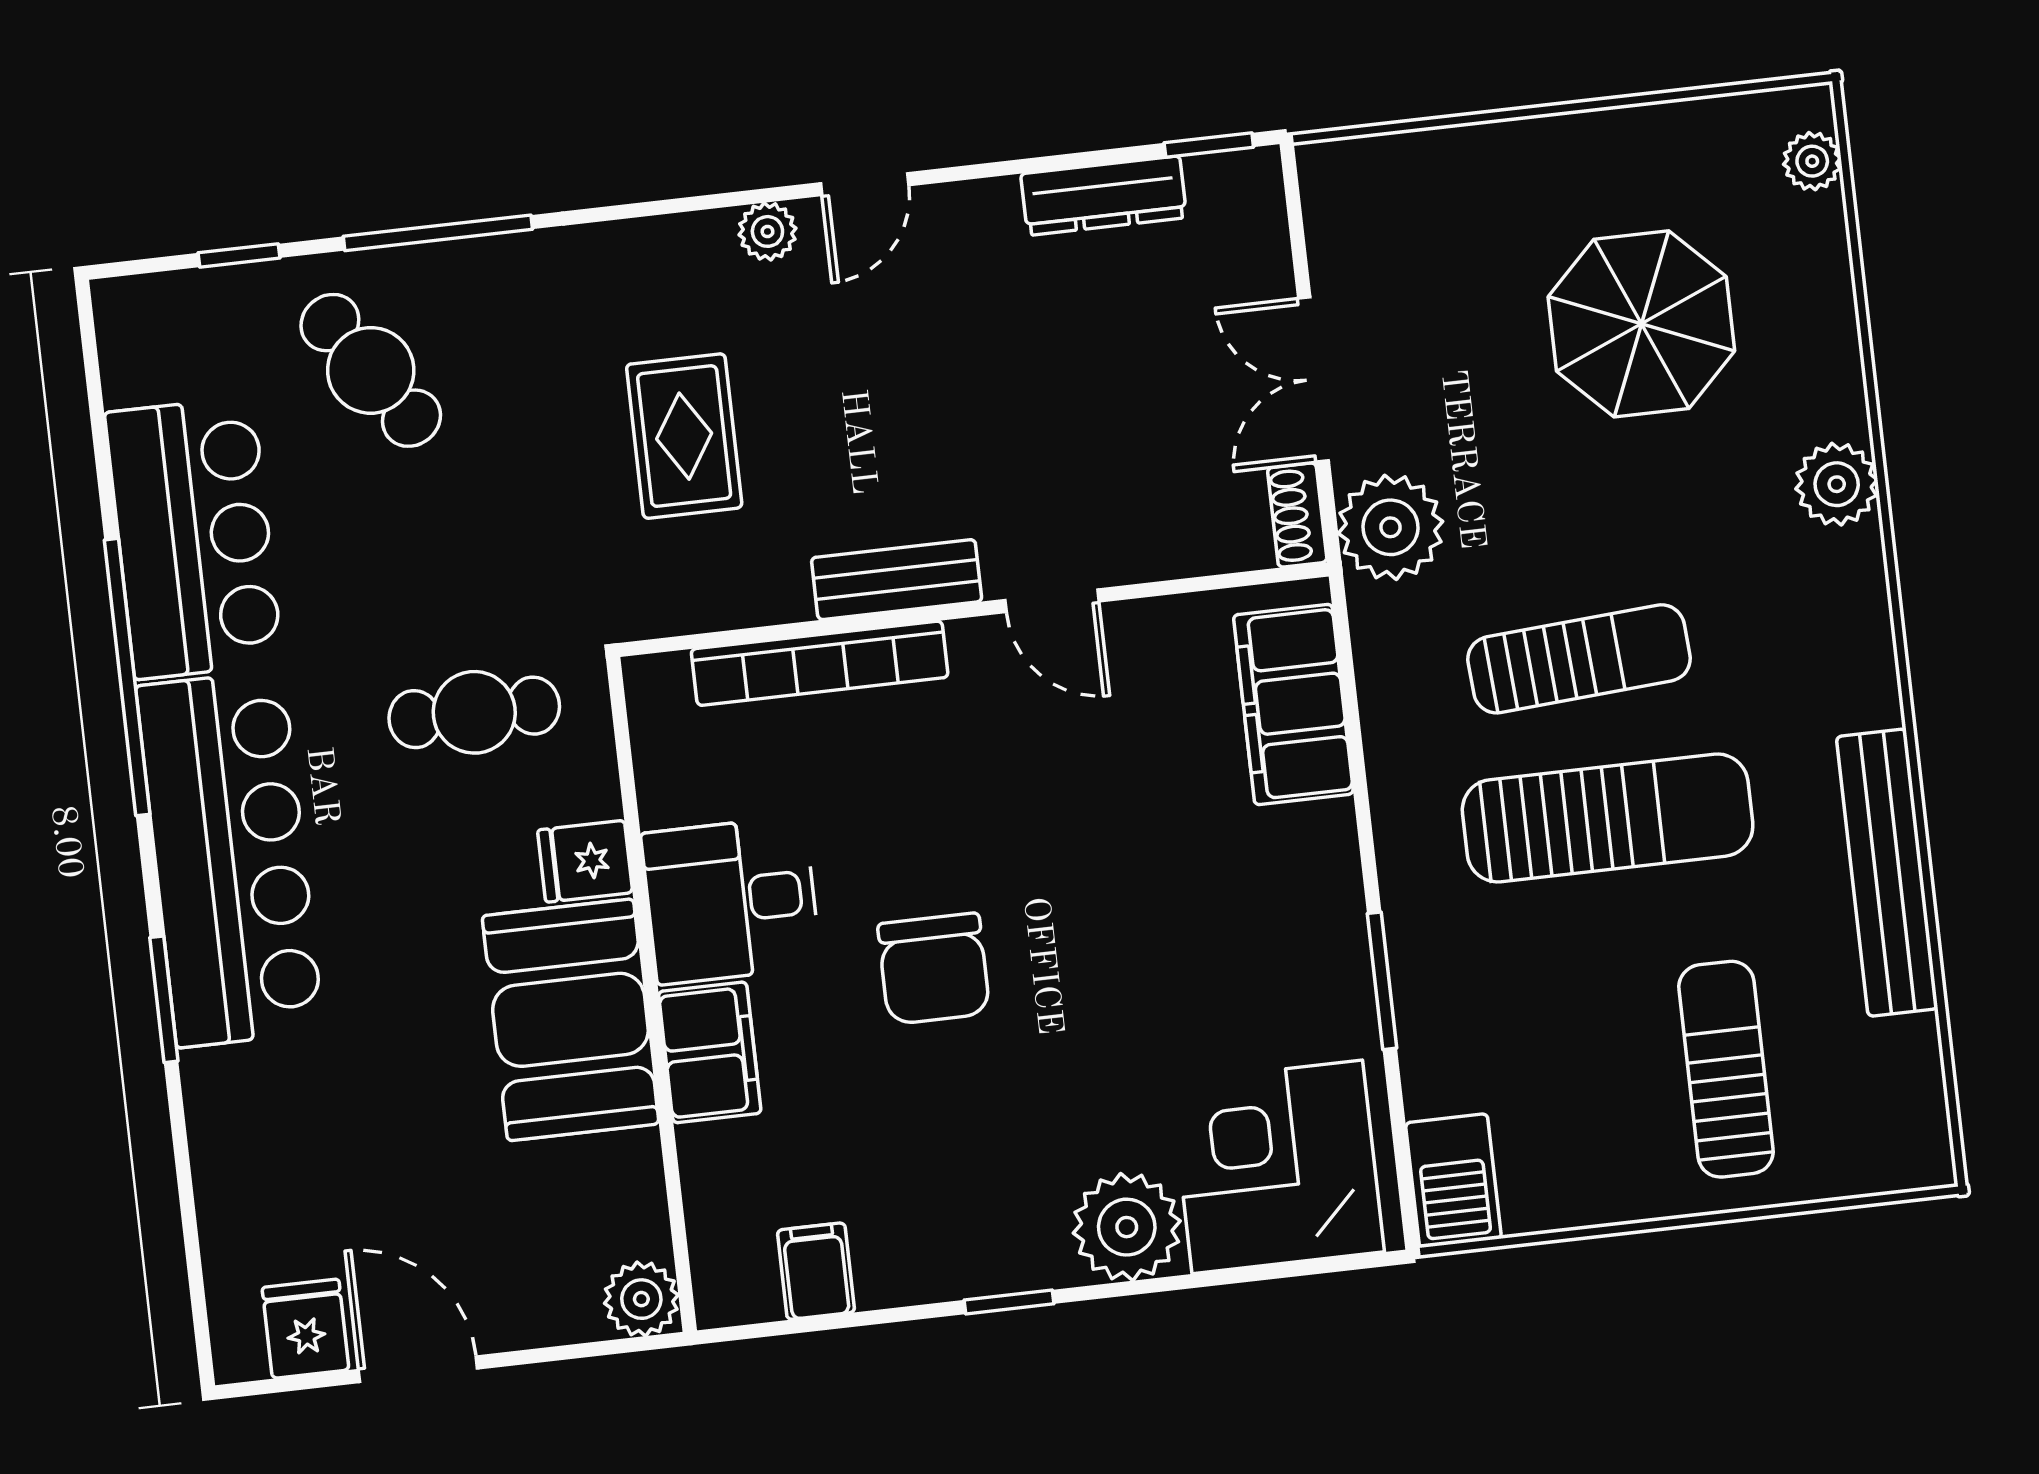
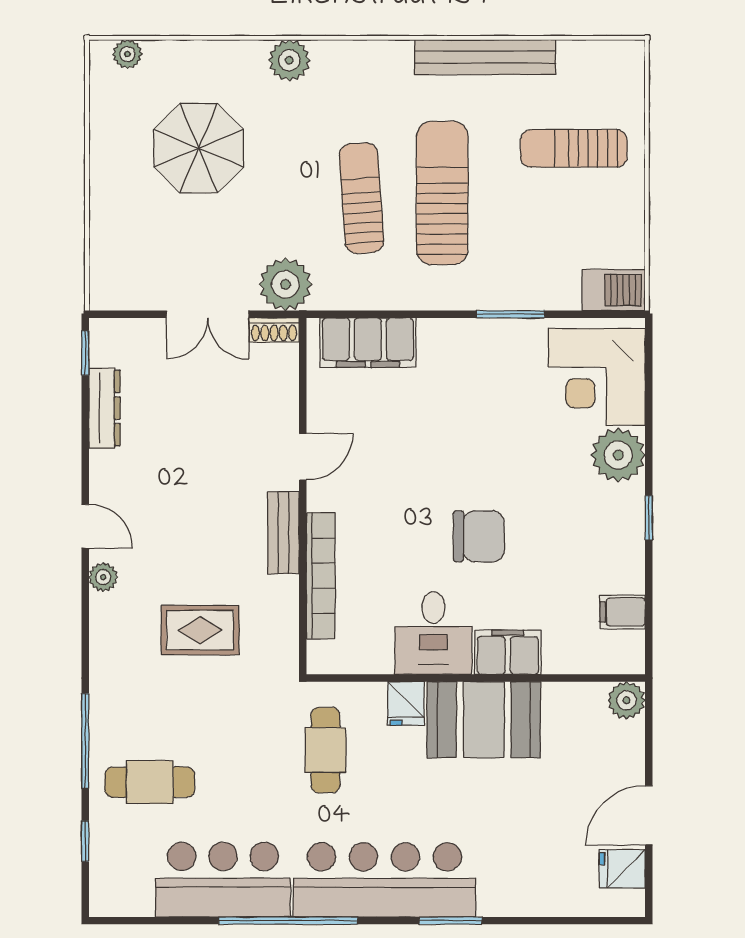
cafe table: (371, 370) -> (150, 782), turned 34

